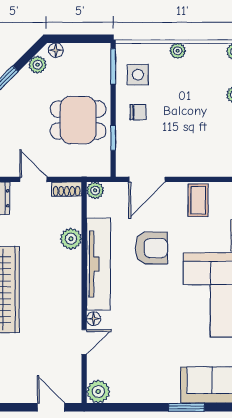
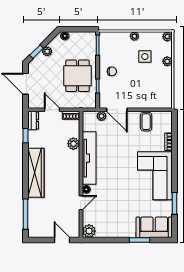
plant: (38, 65) -> (47, 51), moved
side table: (138, 75) -> (145, 57), moved
dining table: (78, 120) -> (78, 76), turned 90
door: (147, 179) -> (117, 110), hinge flipped
plant: (95, 190) -> (101, 116), moved
armchair: (151, 248) -> (119, 149), removed

